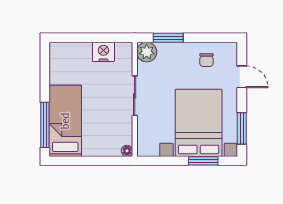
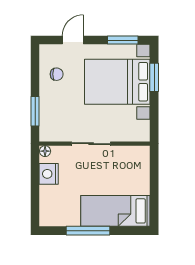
plant: (147, 52) -> (49, 132), removed
window: (45, 125) -> (88, 231), moved
floor lamp: (127, 151) -> (45, 151), moved

